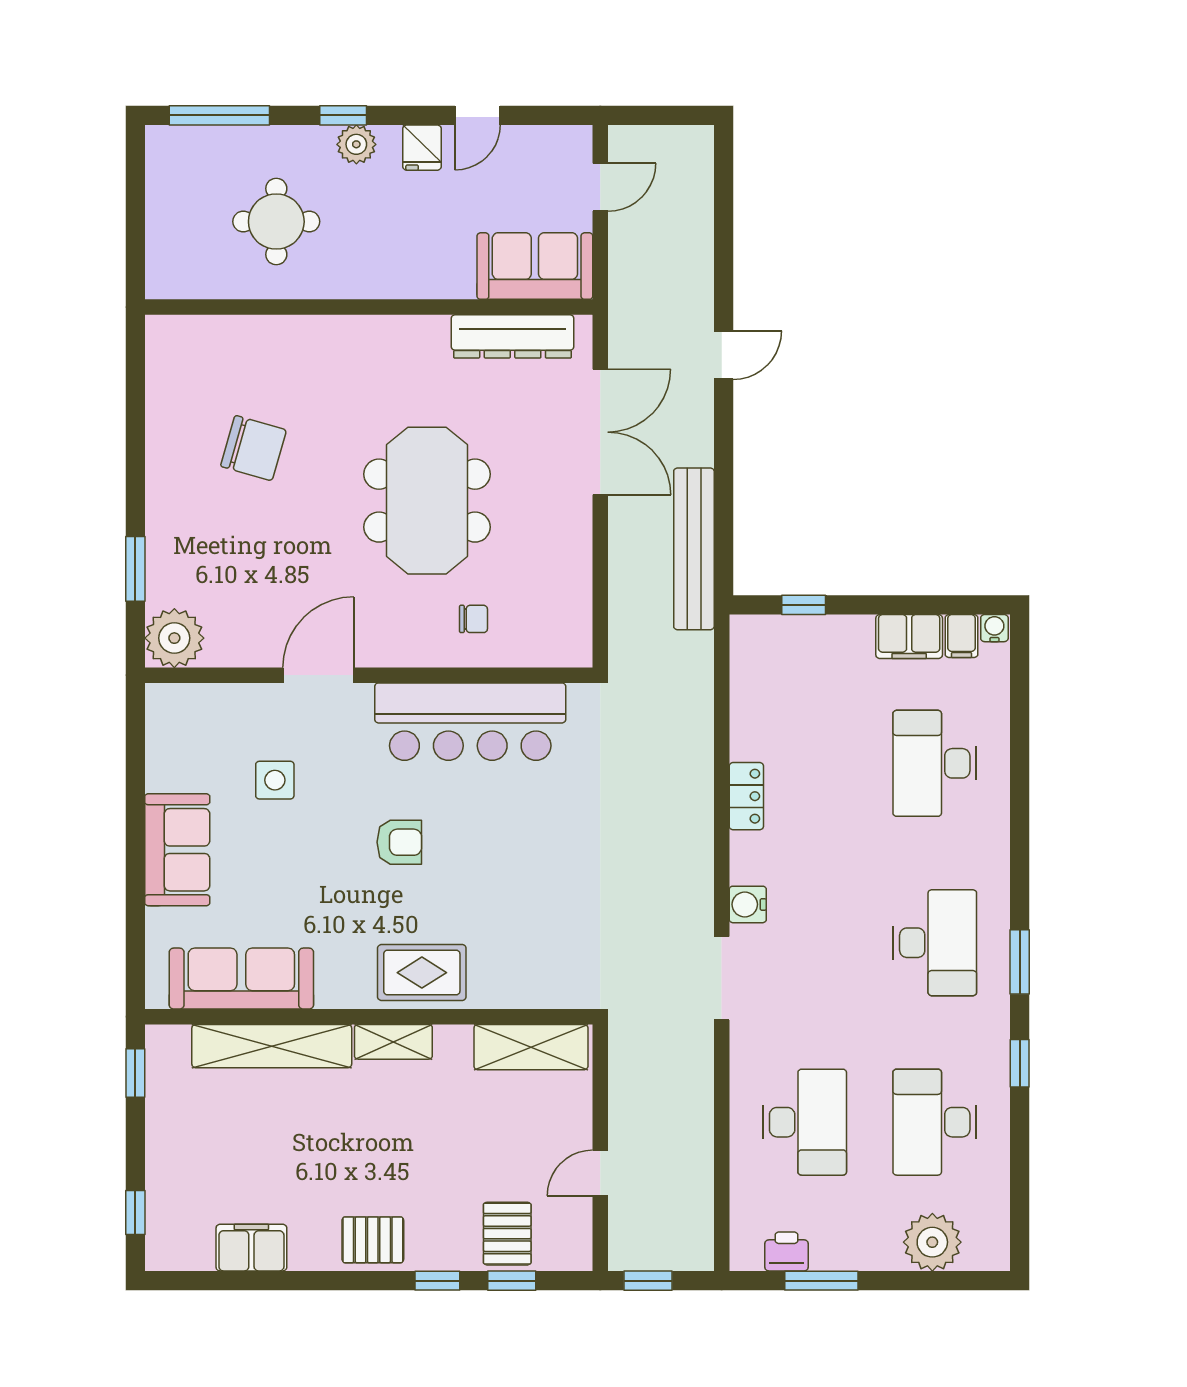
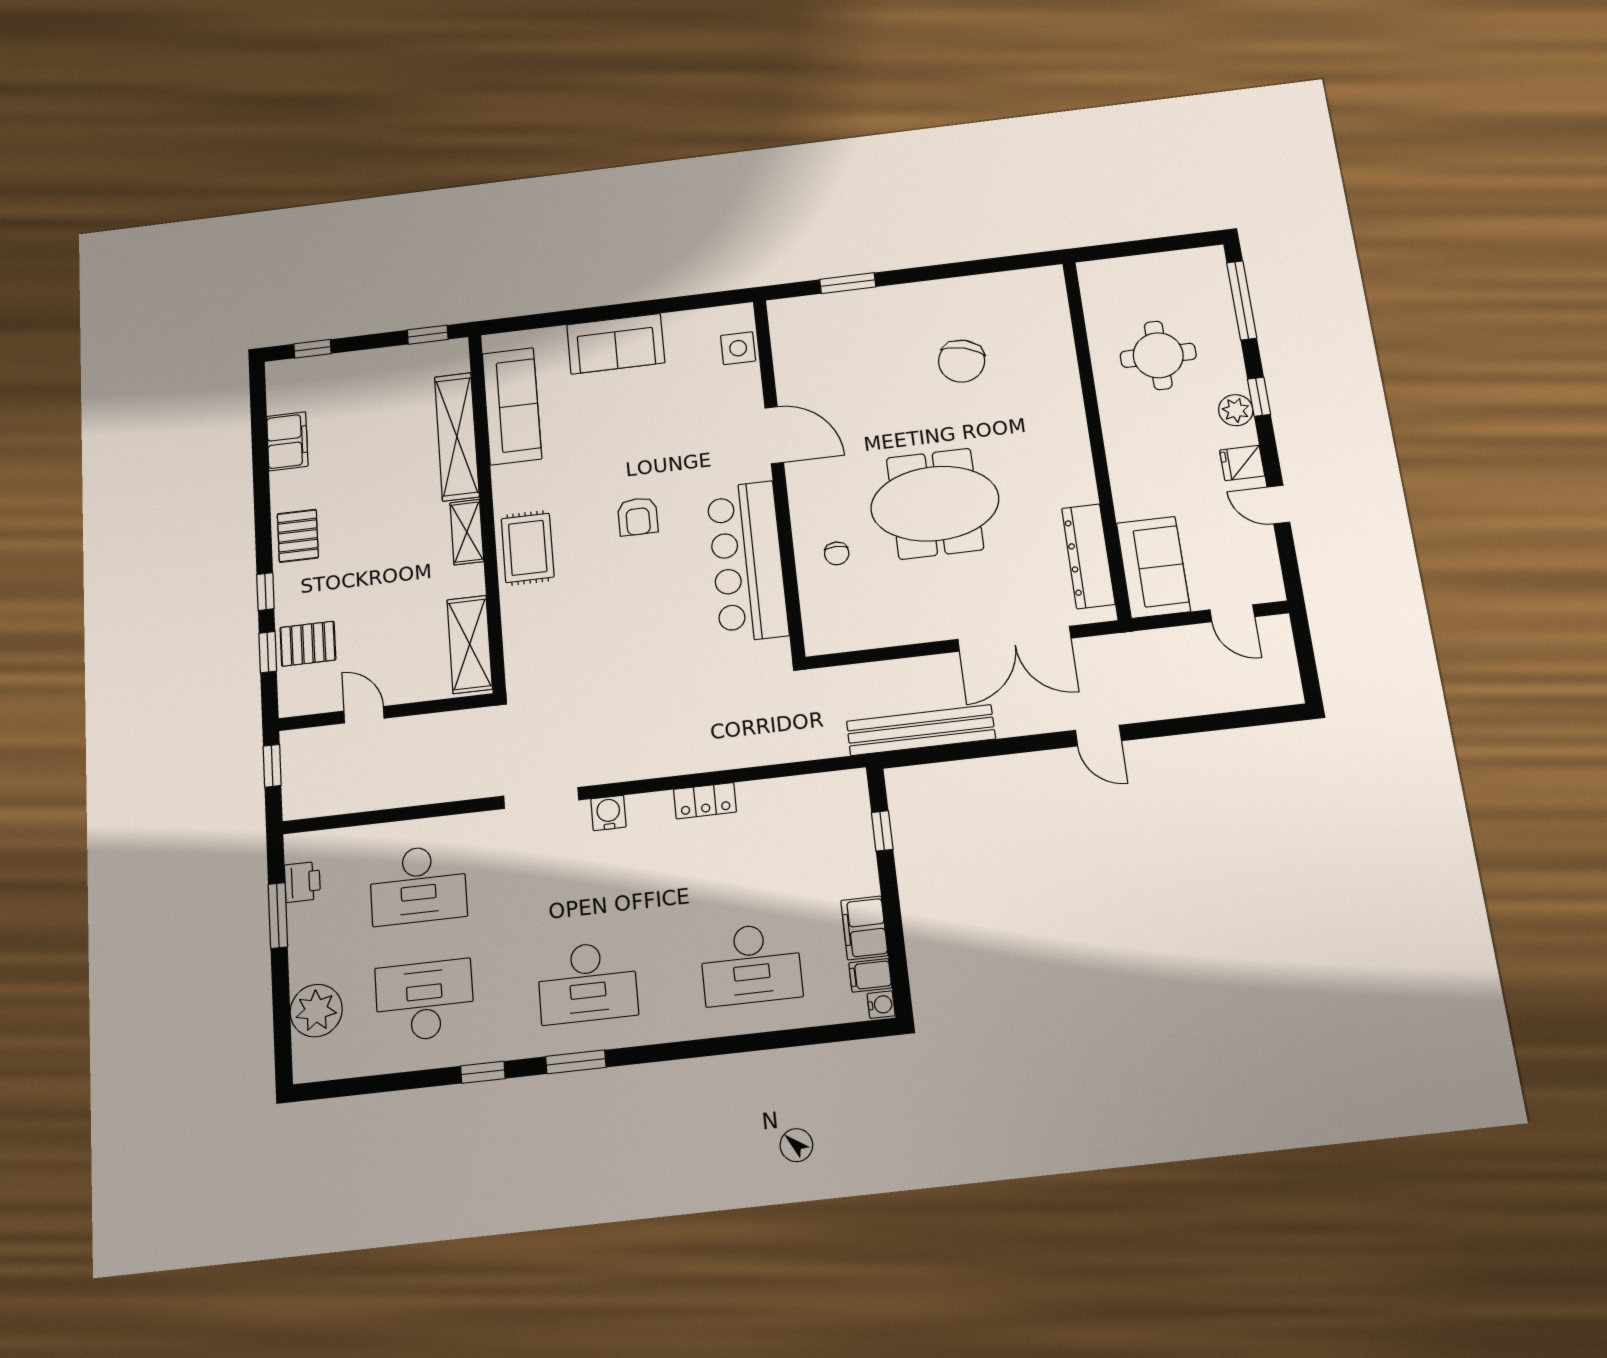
plant: (174, 638) -> (793, 320), removed
desk: (935, 763) -> (751, 964), turned 180
side table: (275, 780) -> (738, 348), moved

